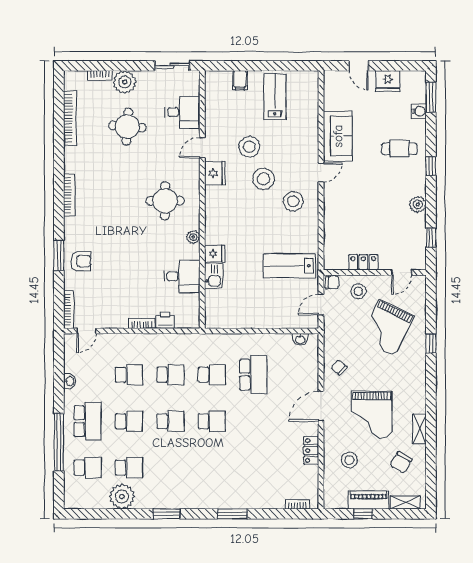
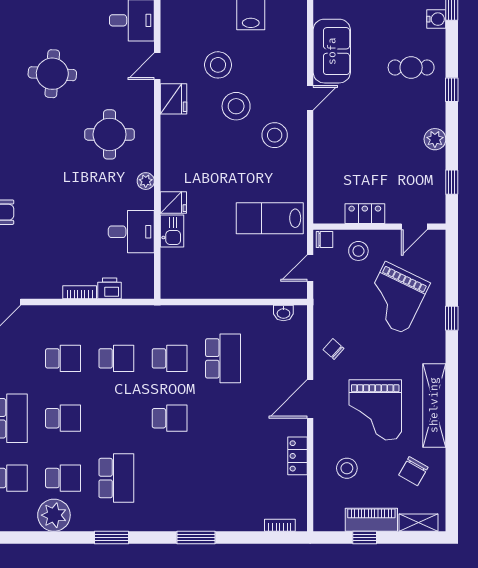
round table: (127, 127) -> (52, 74), moved
school desk: (170, 421) -> (116, 478), moved, width x1.85
shelving: (420, 429) -> (434, 405), width x2.20, depth x1.33

